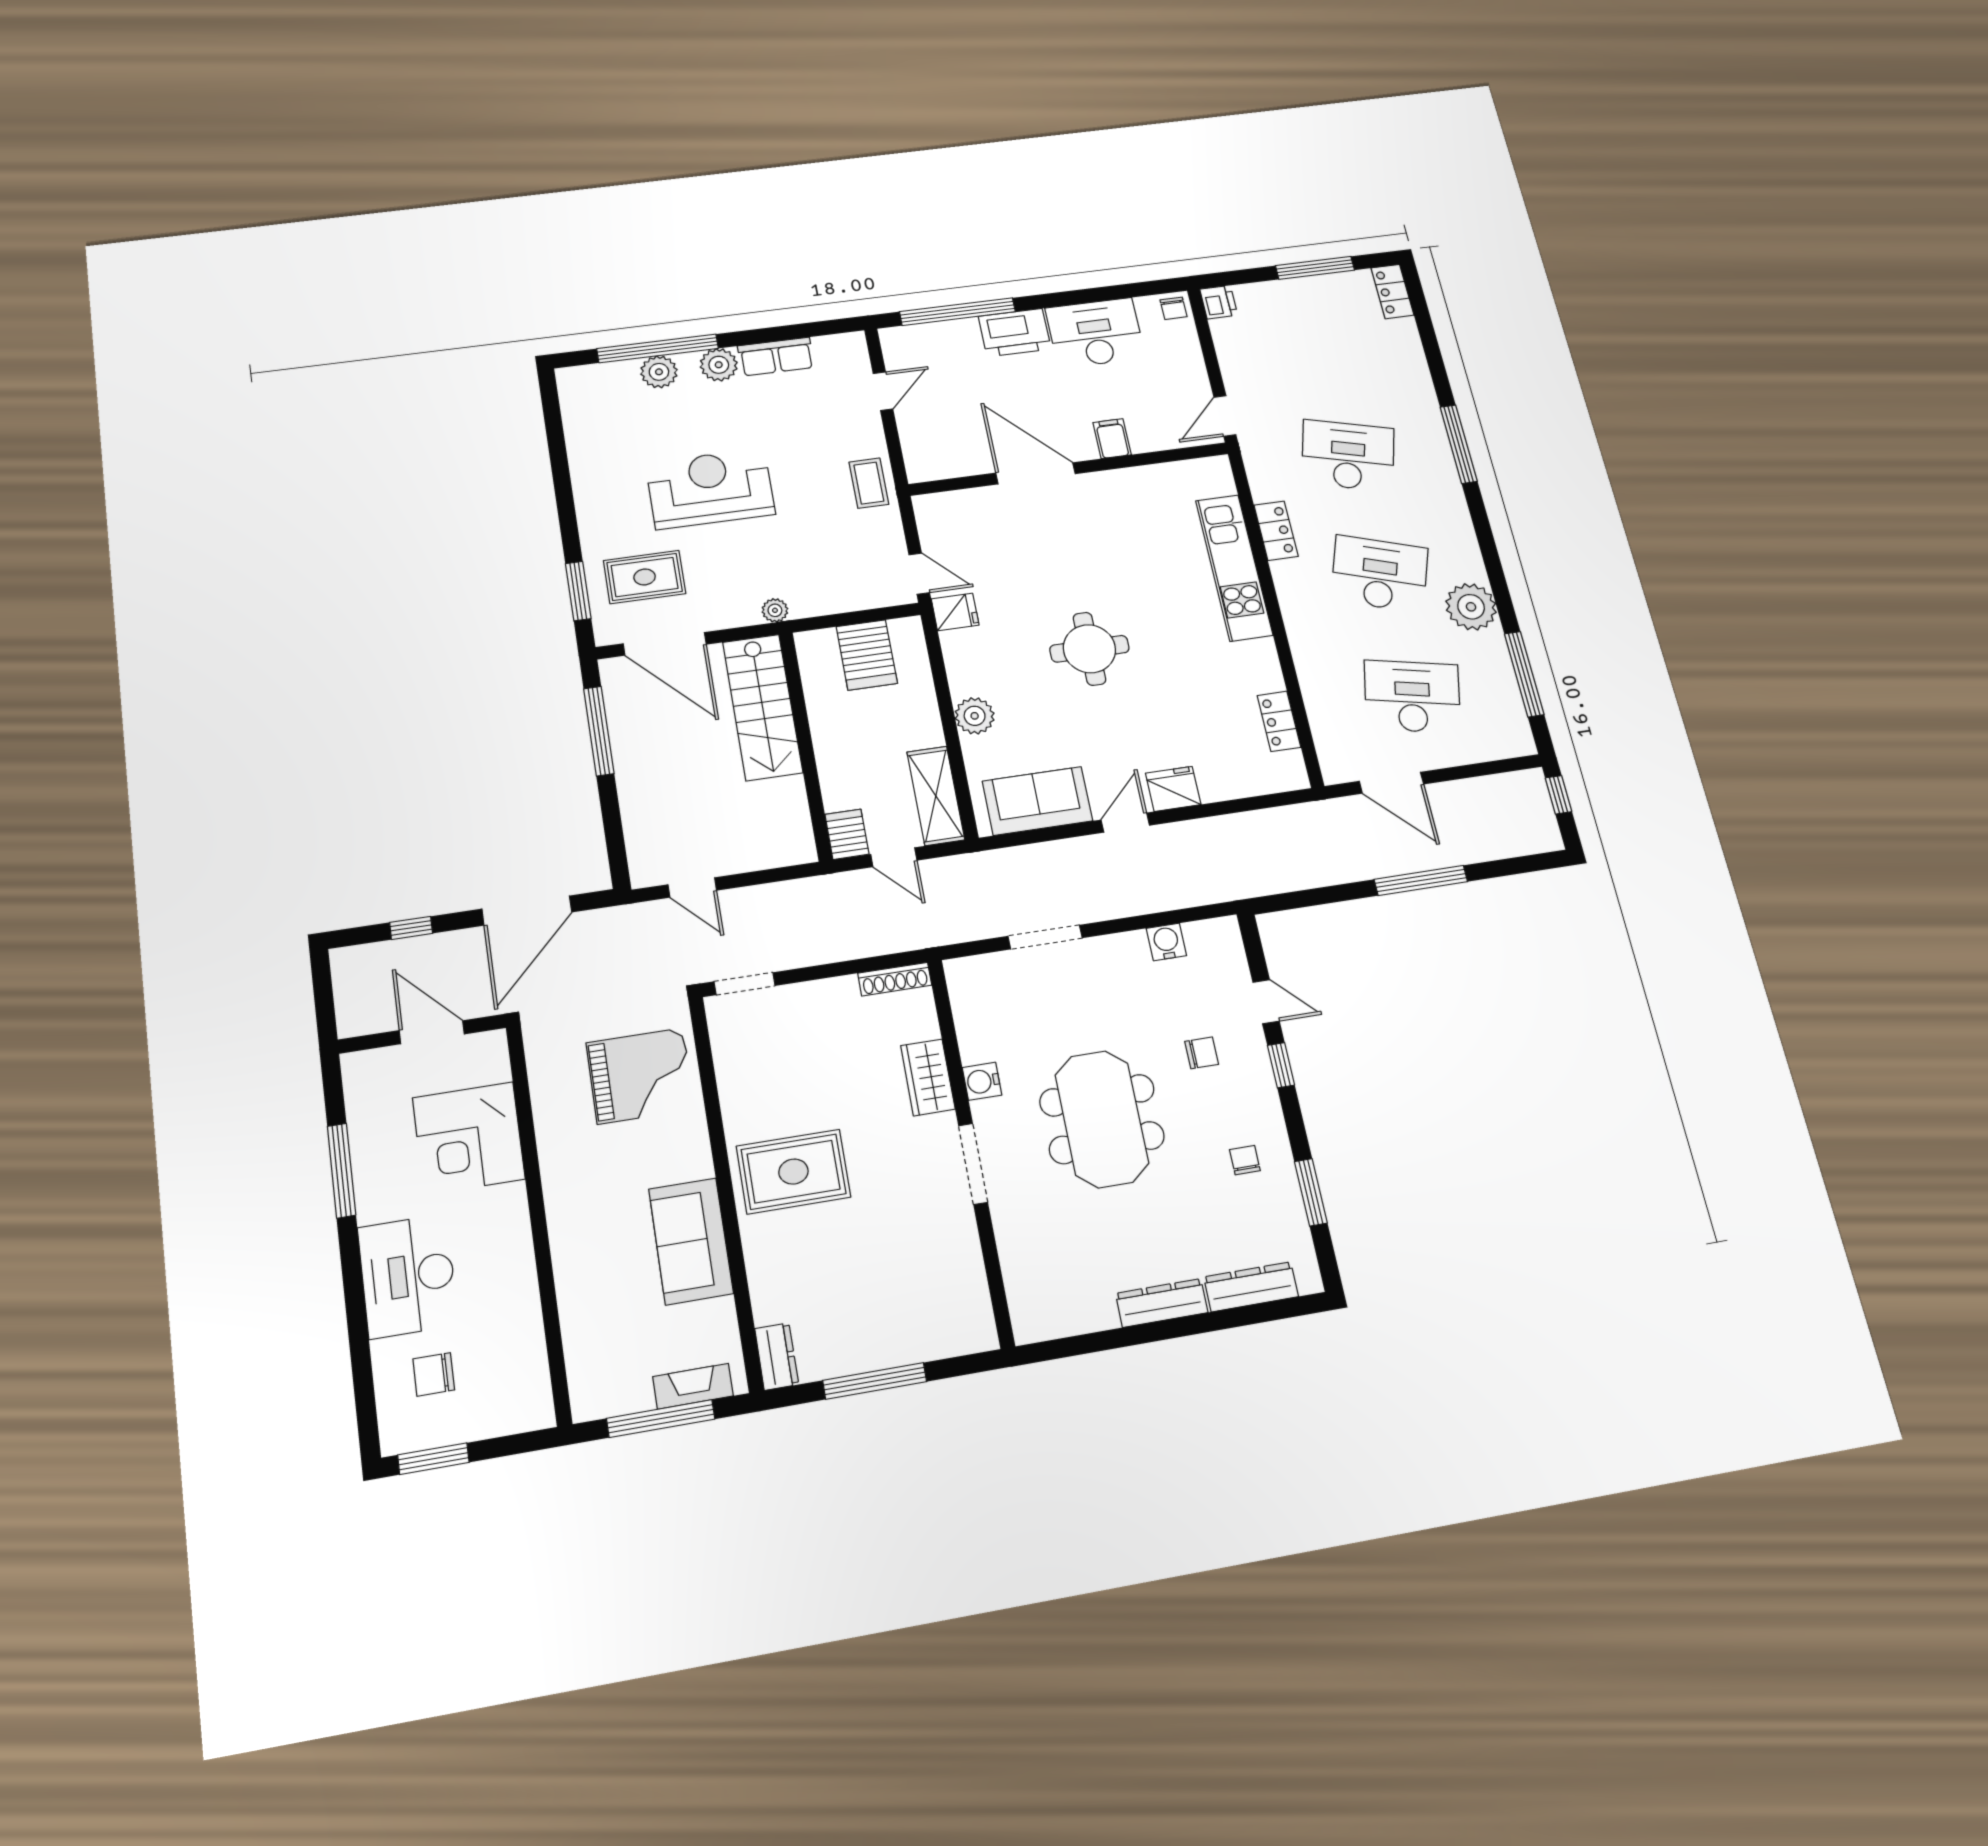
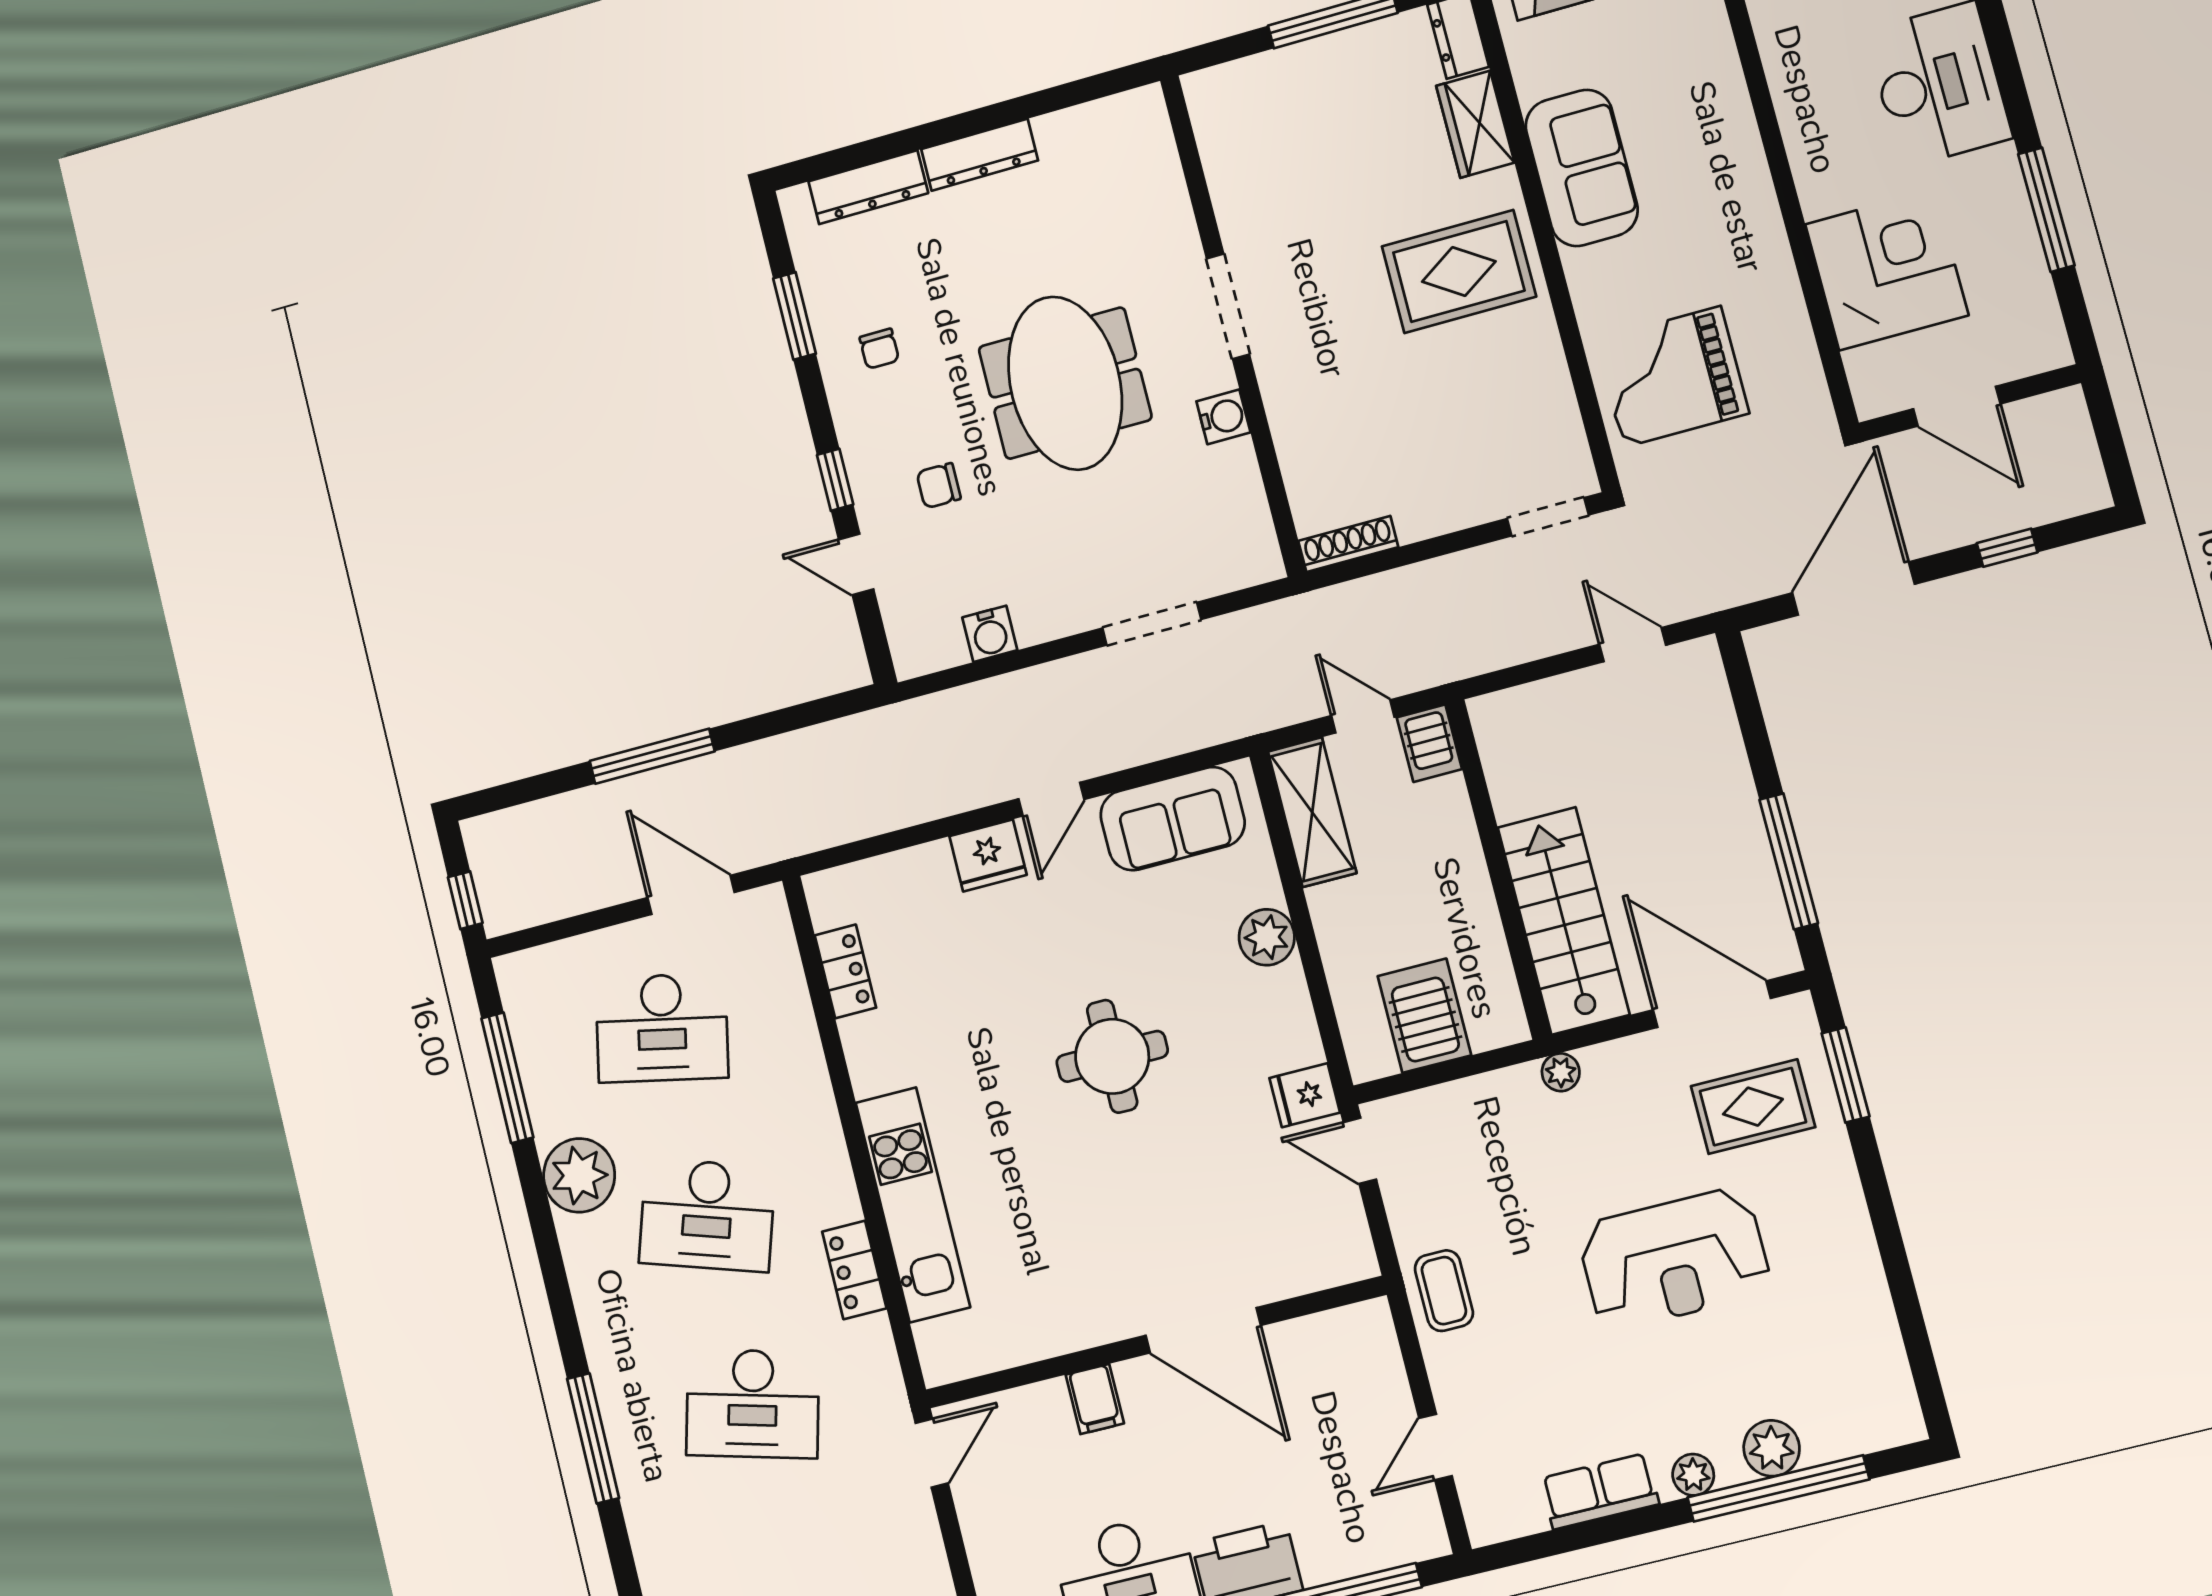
plant: (719, 365) -> (1693, 1475), width x0.73, depth x0.73
wardrobe: (928, 1077) -> (1475, 124), moved, turned 180

